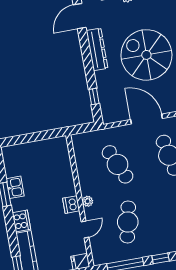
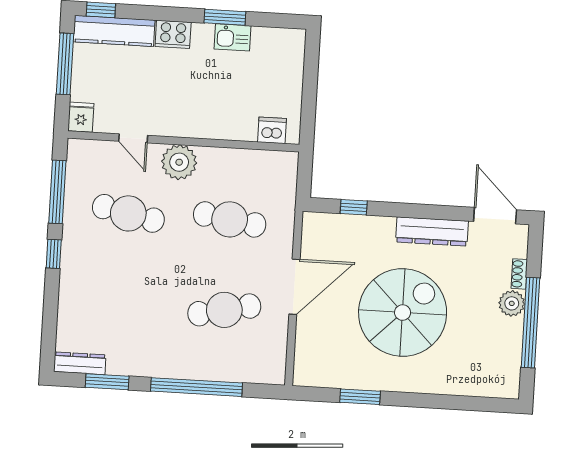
cafe table: (118, 164) -> (230, 219), turned 33
plant: (88, 201) -> (179, 162), width x1.87, depth x1.87
dishwasher: (71, 205) -> (272, 130), moved

